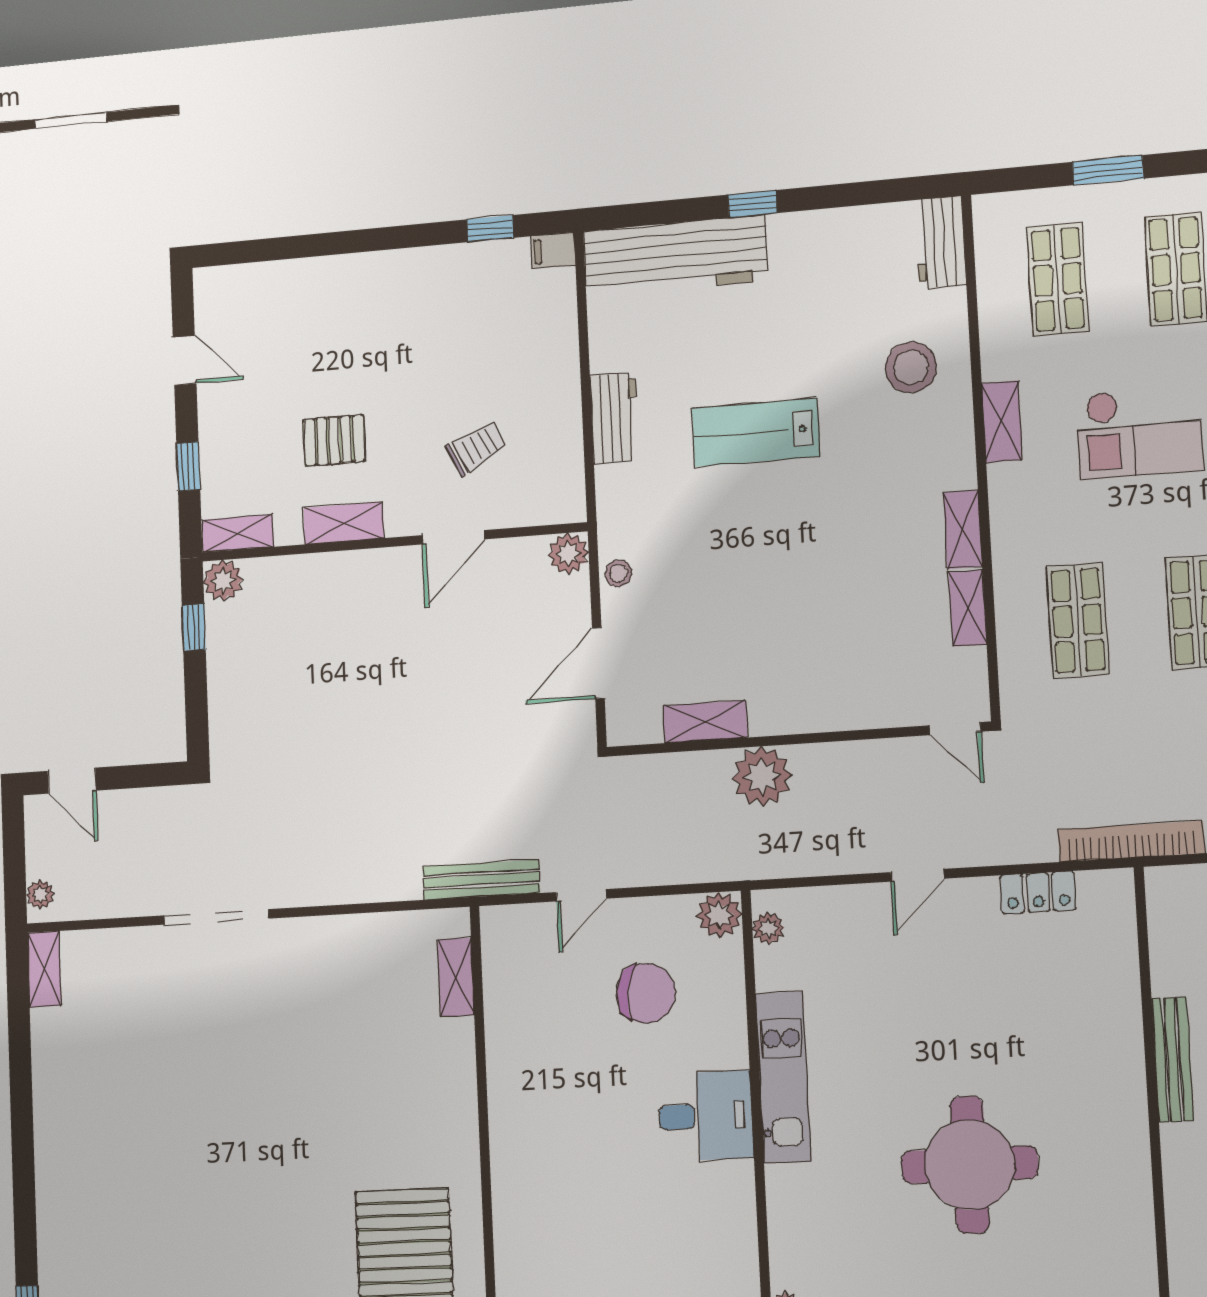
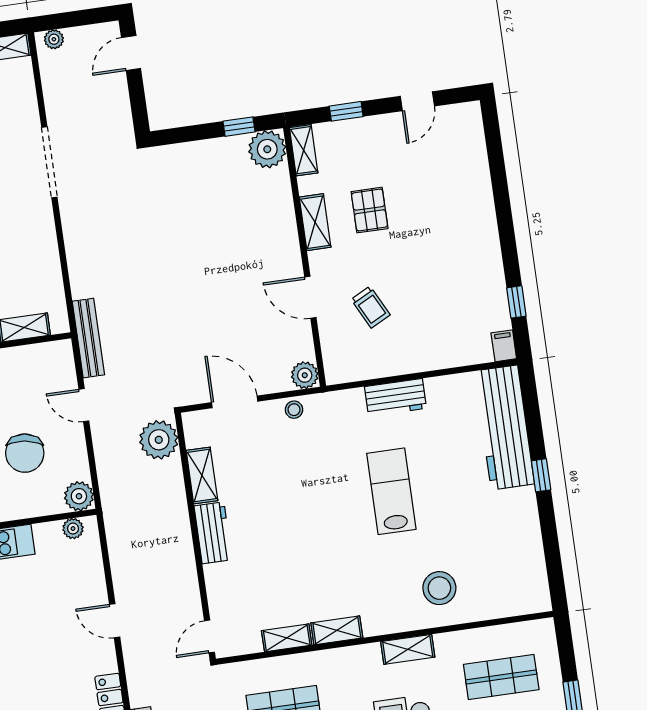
workbench: (940, 242) -> (213, 533), moved, turned 90
plant: (223, 581) -> (267, 149), width x1.36, depth x1.36
plant: (762, 776) -> (159, 440), moved

